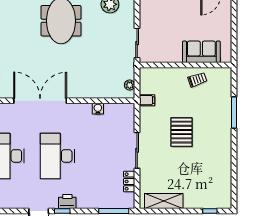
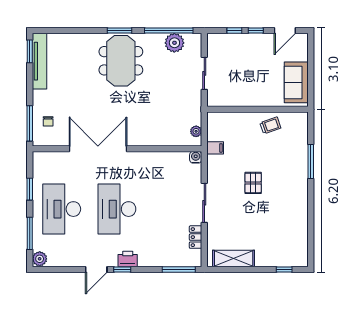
sliding door: (137, 43) -> (204, 73), moved
sofa: (201, 52) -> (296, 82), moved, turned -90
water cooler: (98, 109) -> (196, 157), moved
pallet: (182, 132) -> (253, 183), width x0.67, depth x0.71

